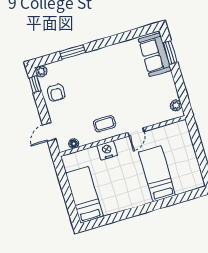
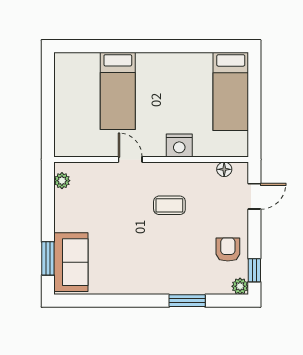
coffee table: (105, 124) -> (169, 205), moved
door: (136, 132) -> (130, 159), hinge flipped

